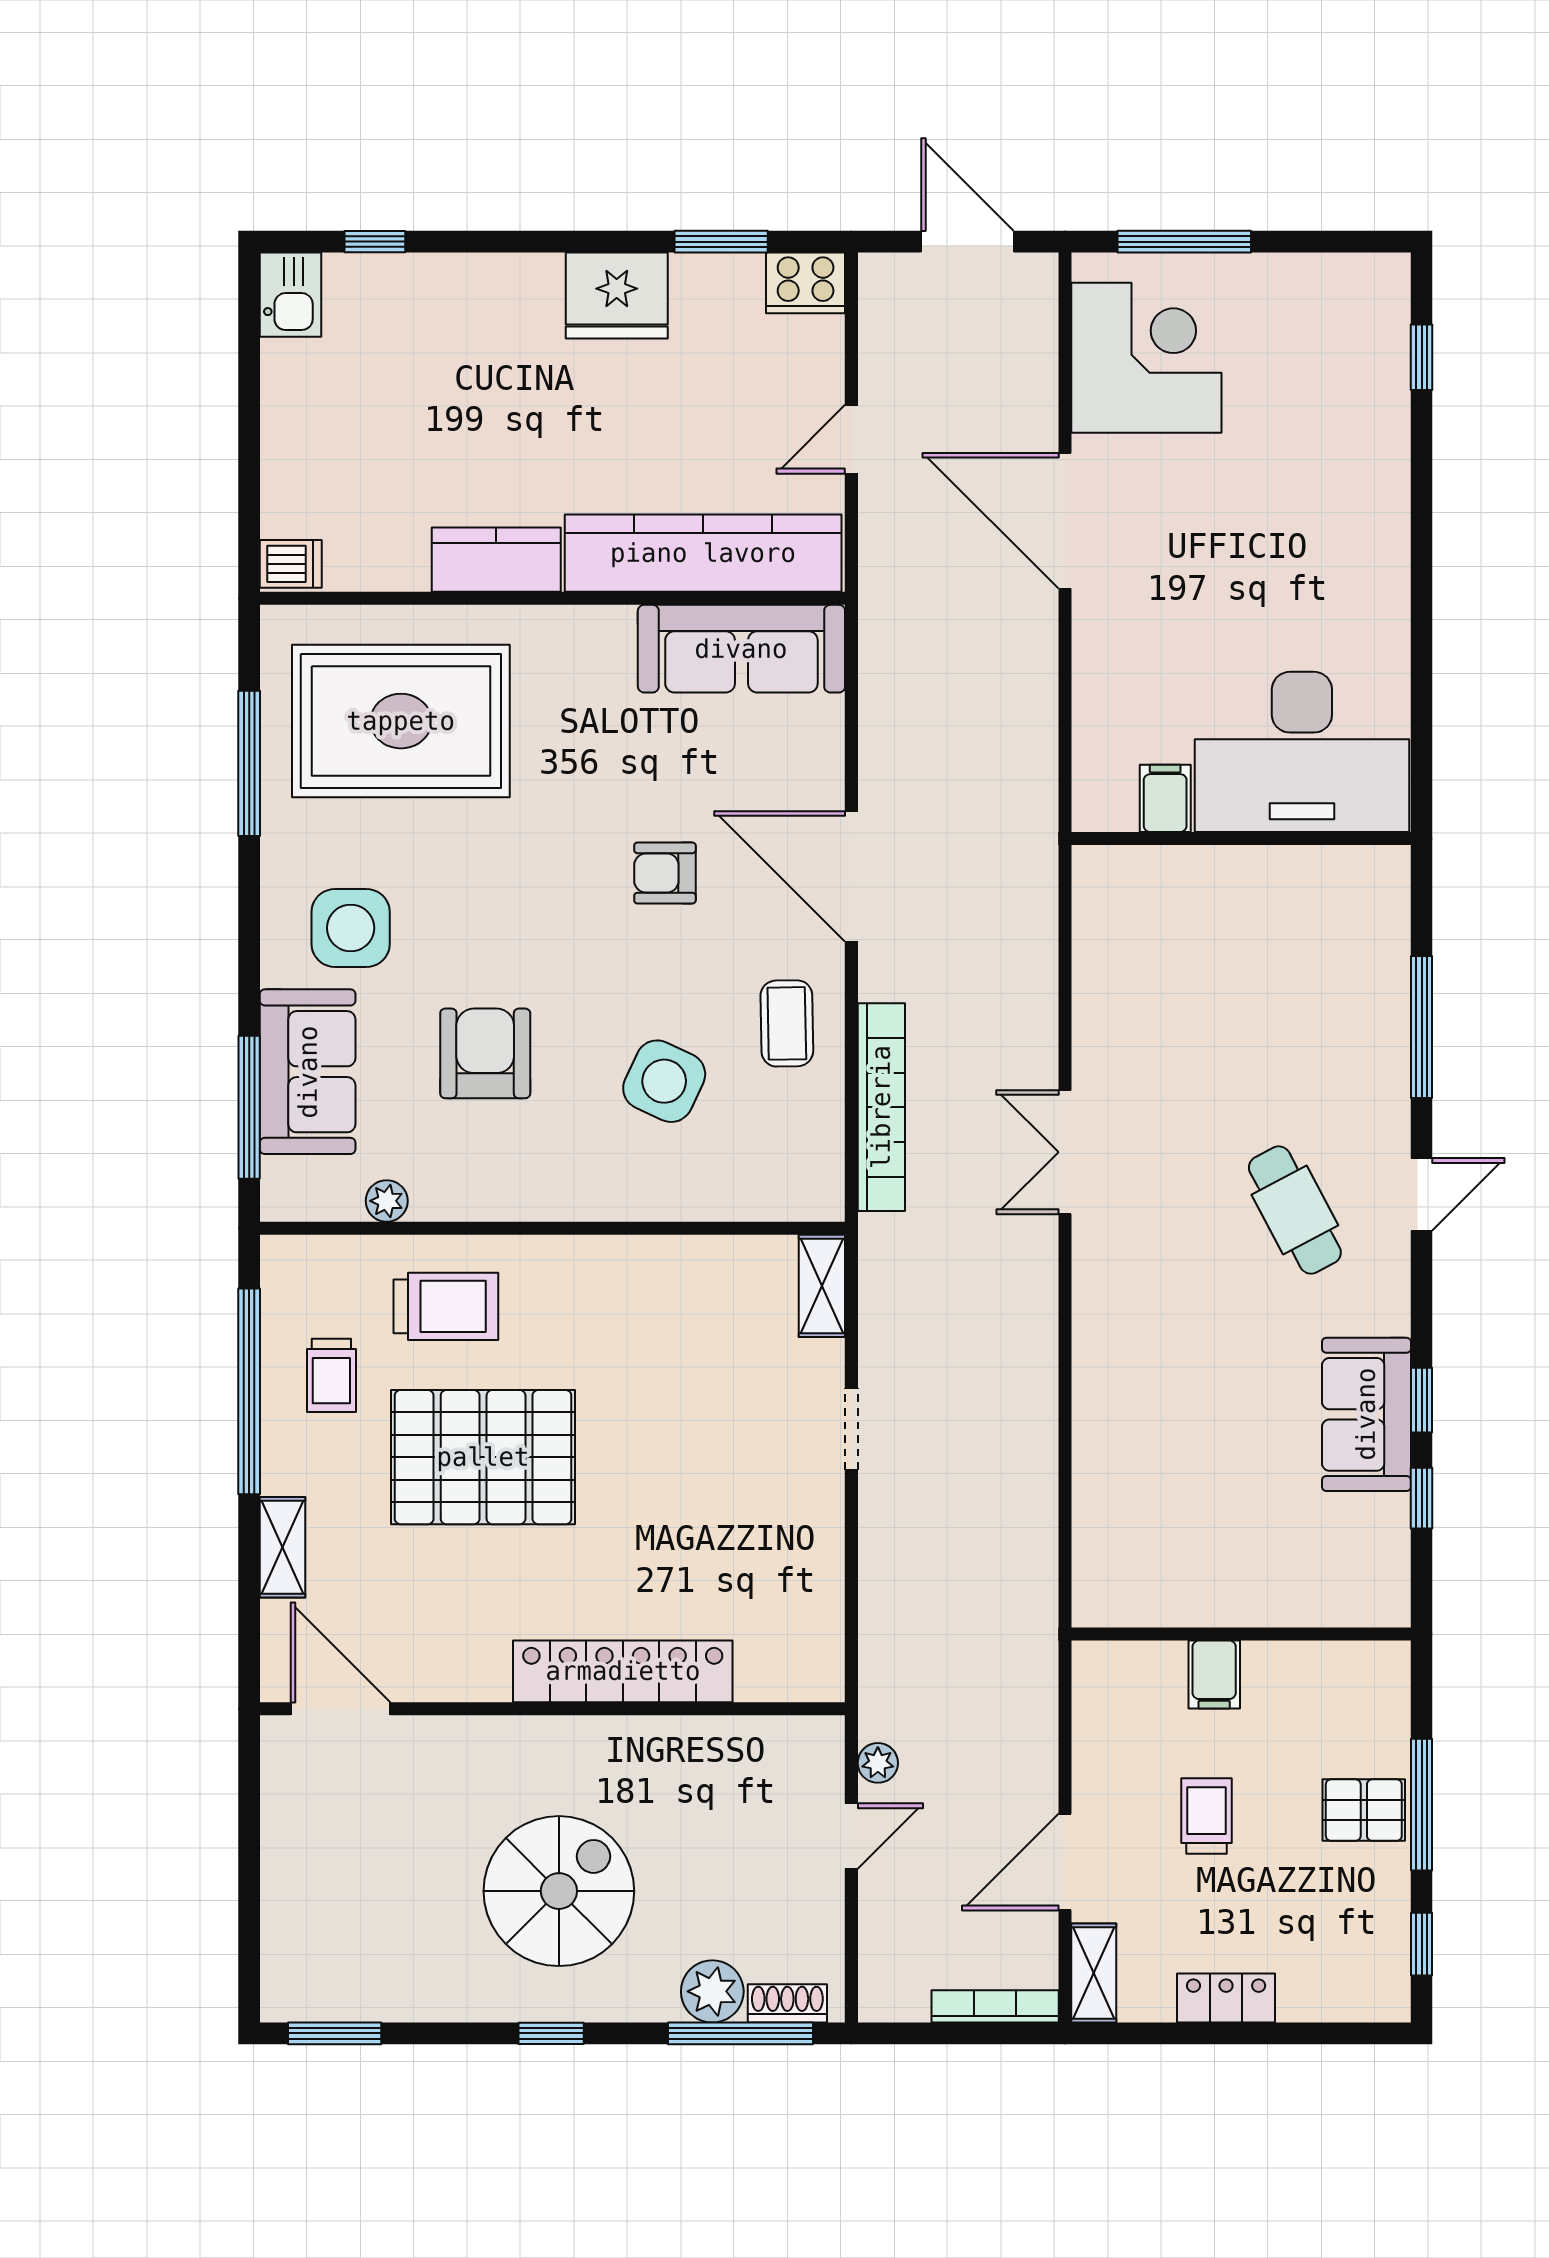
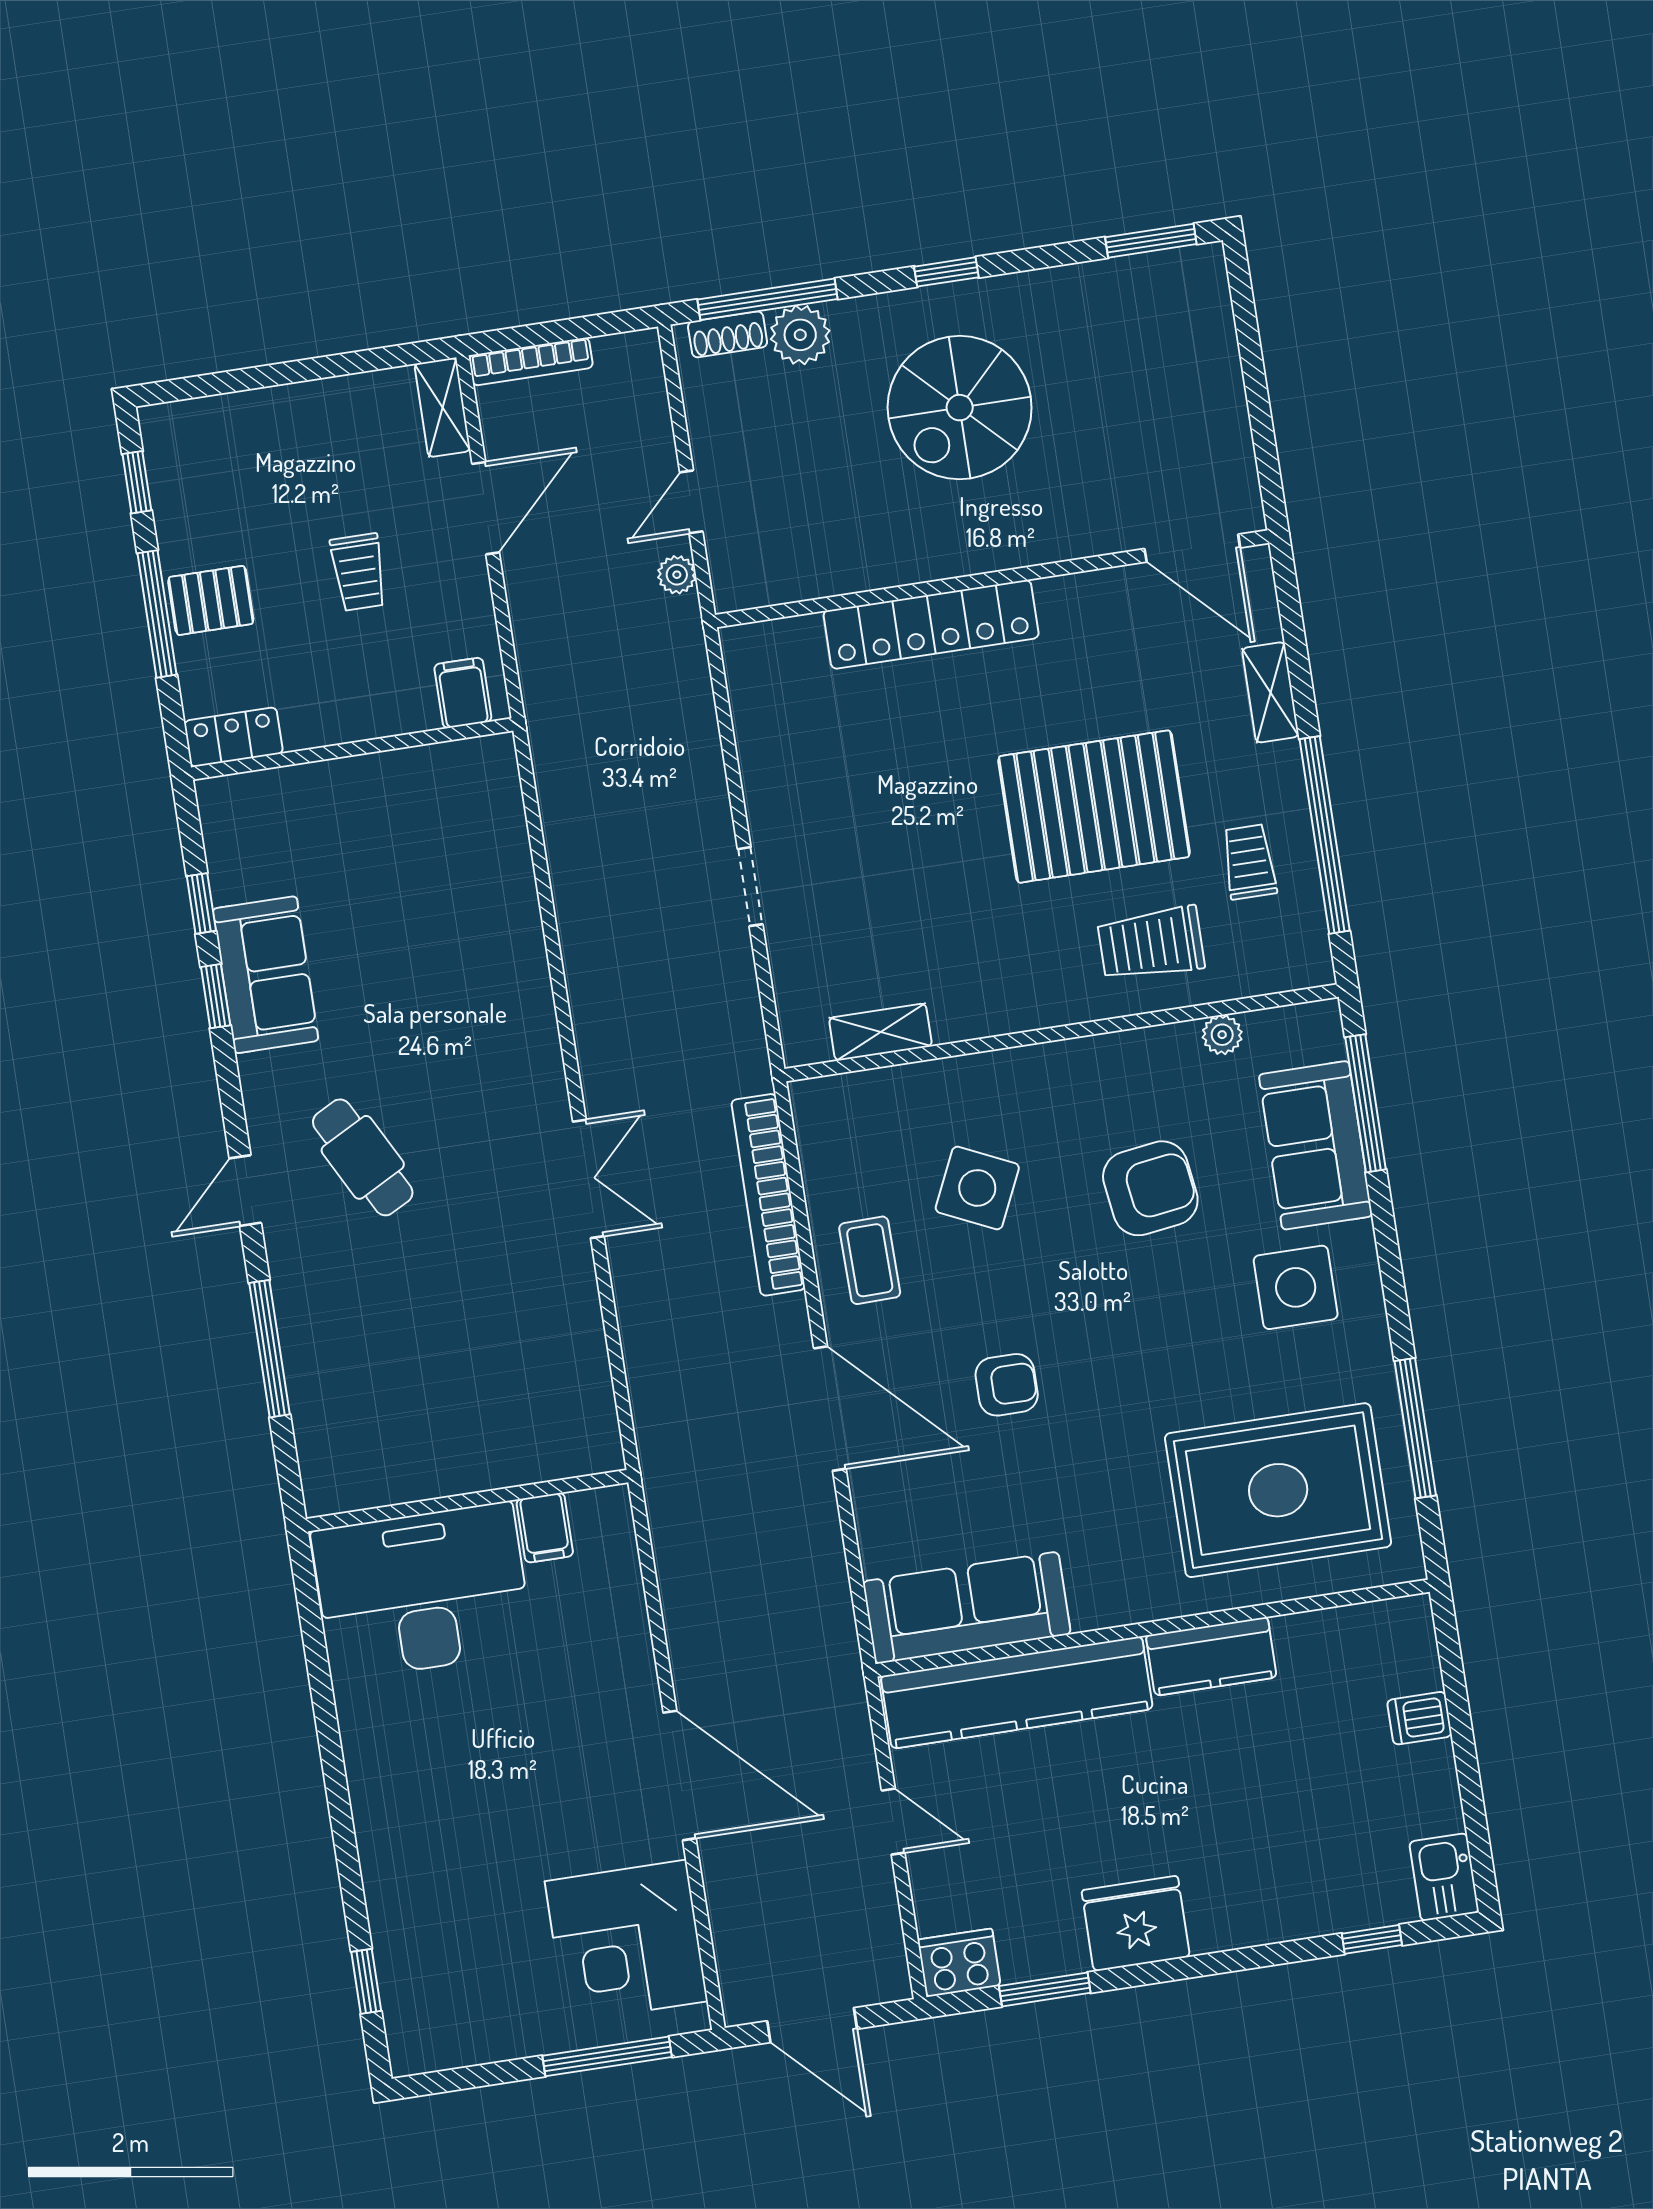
door: (851, 439) -> (893, 1822), hinge flipped
dishwasher: (291, 564) -> (1419, 1718), moved
armchair: (485, 1053) -> (1150, 1188), turned -98
shelving: (822, 1286) -> (880, 1032), moved, turned 90
filing cabinet: (1214, 1675) -> (463, 693), moved
locker: (1226, 1998) -> (233, 737), moved, turned 180

